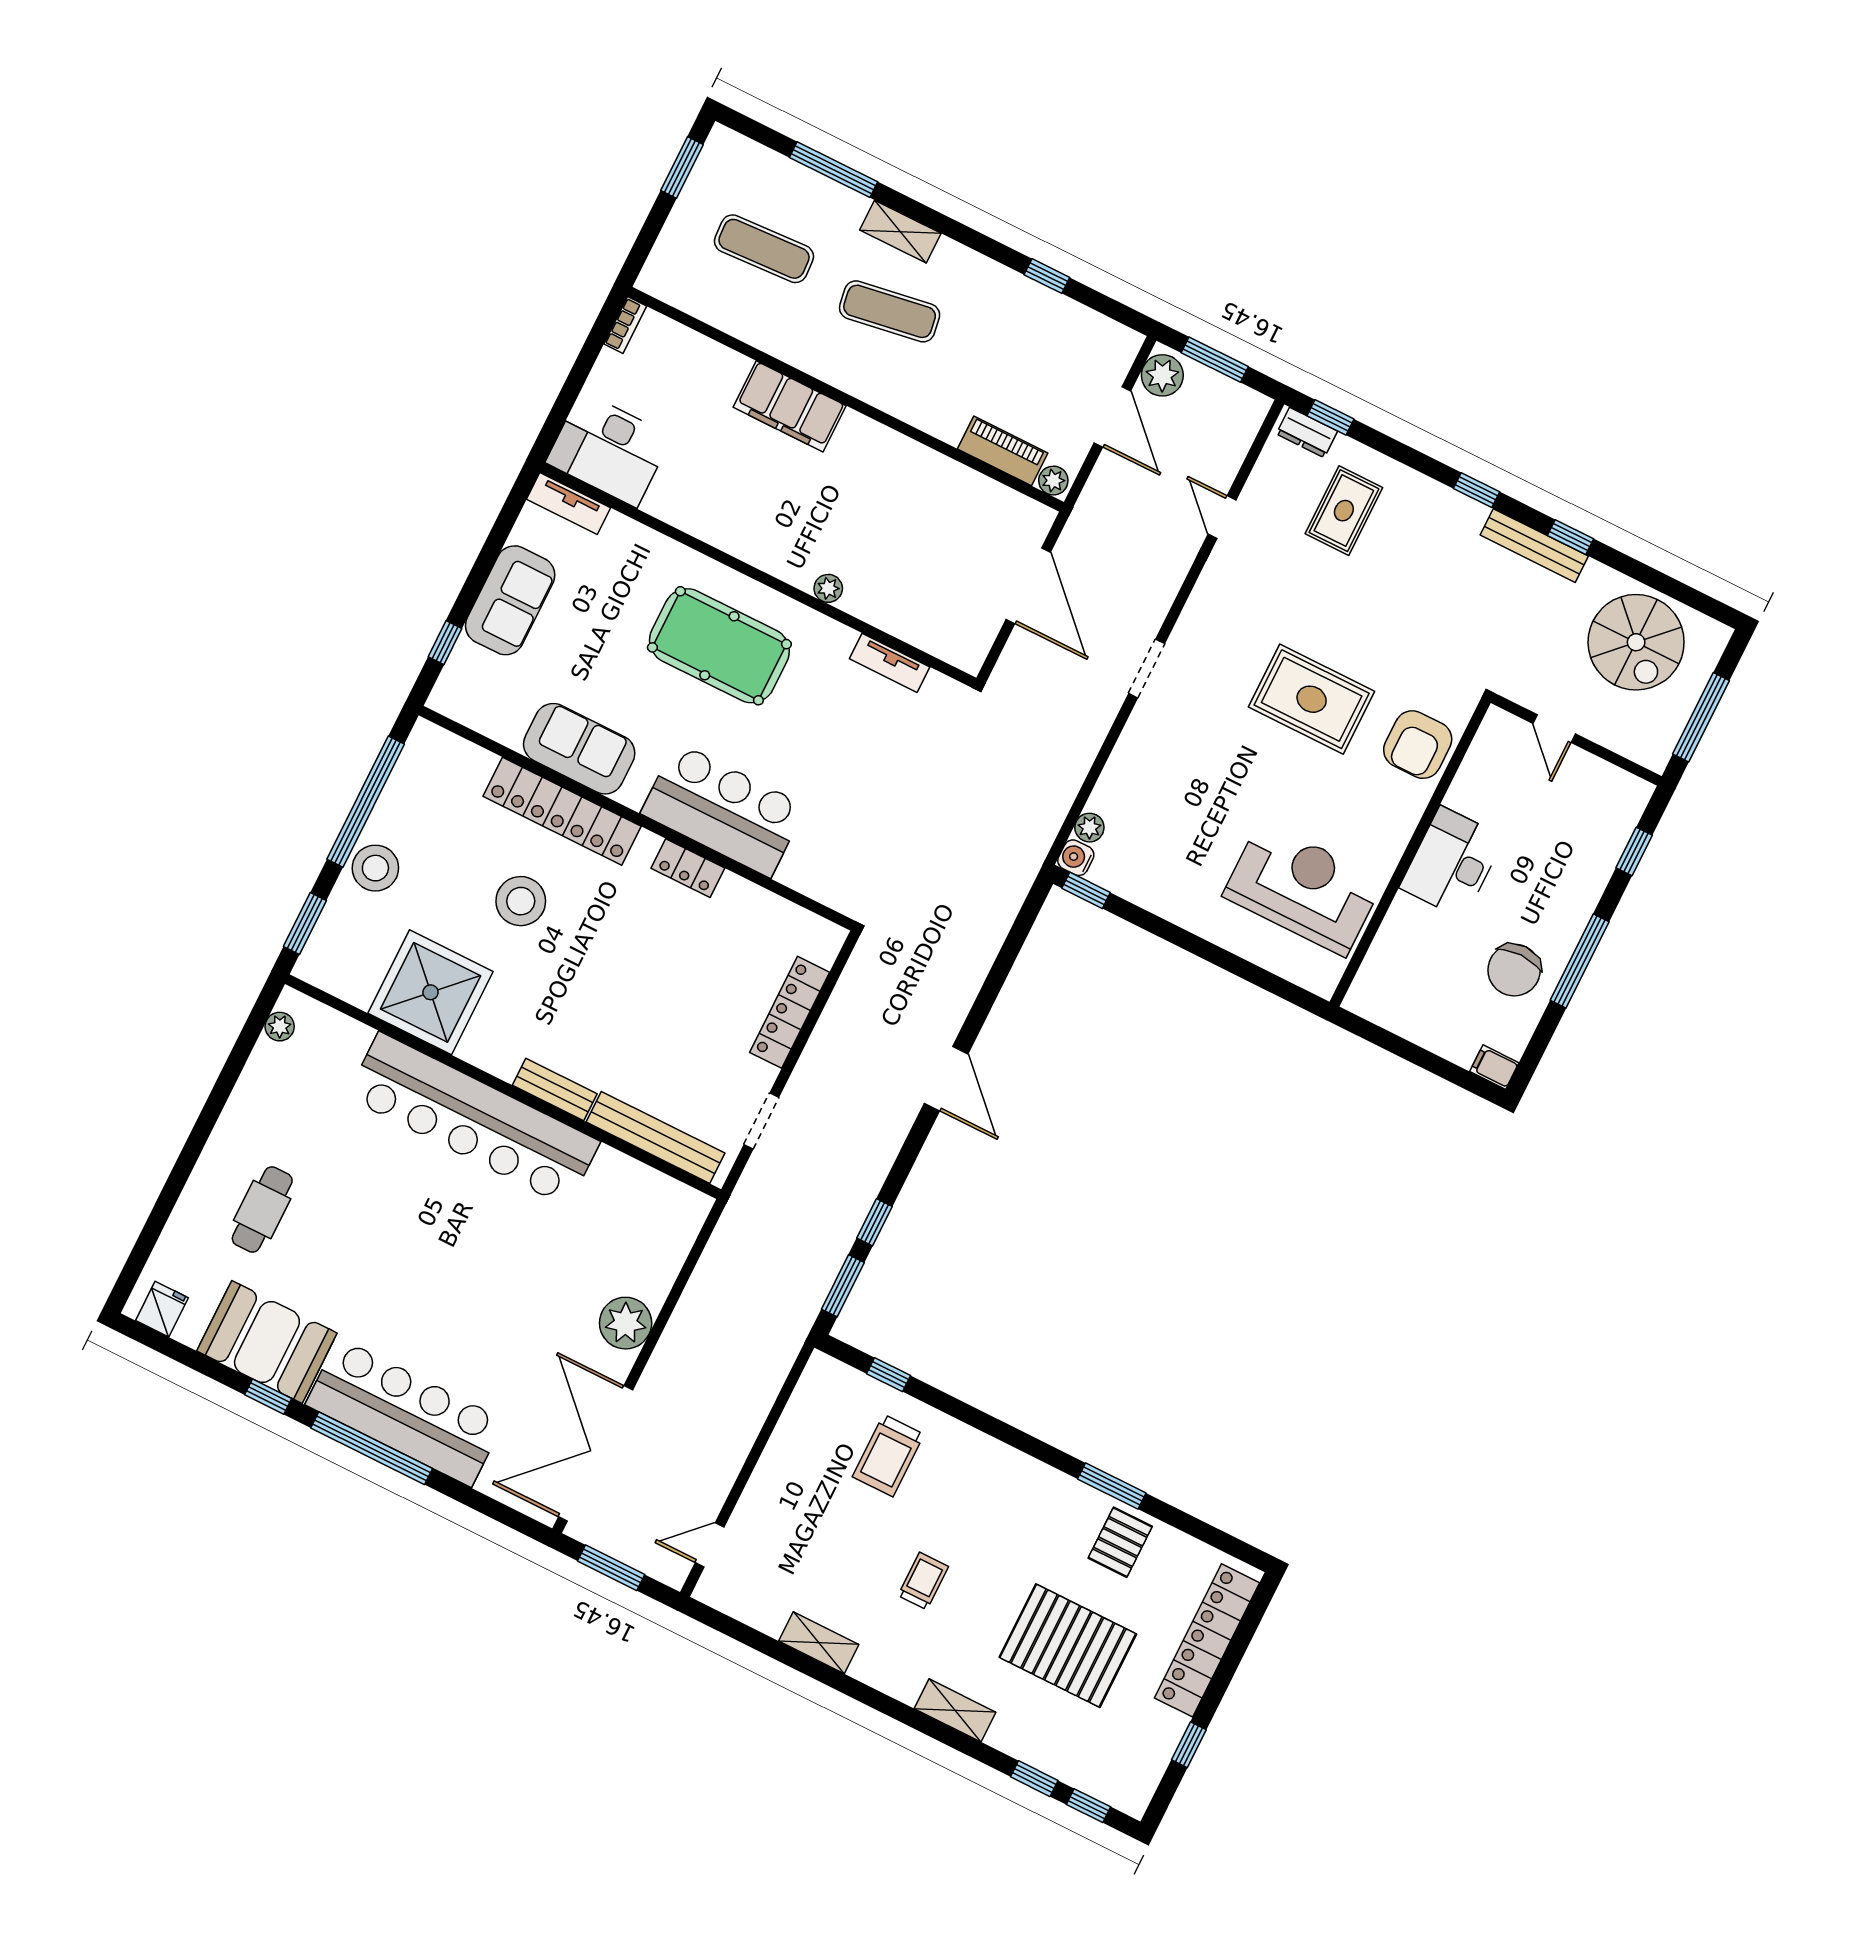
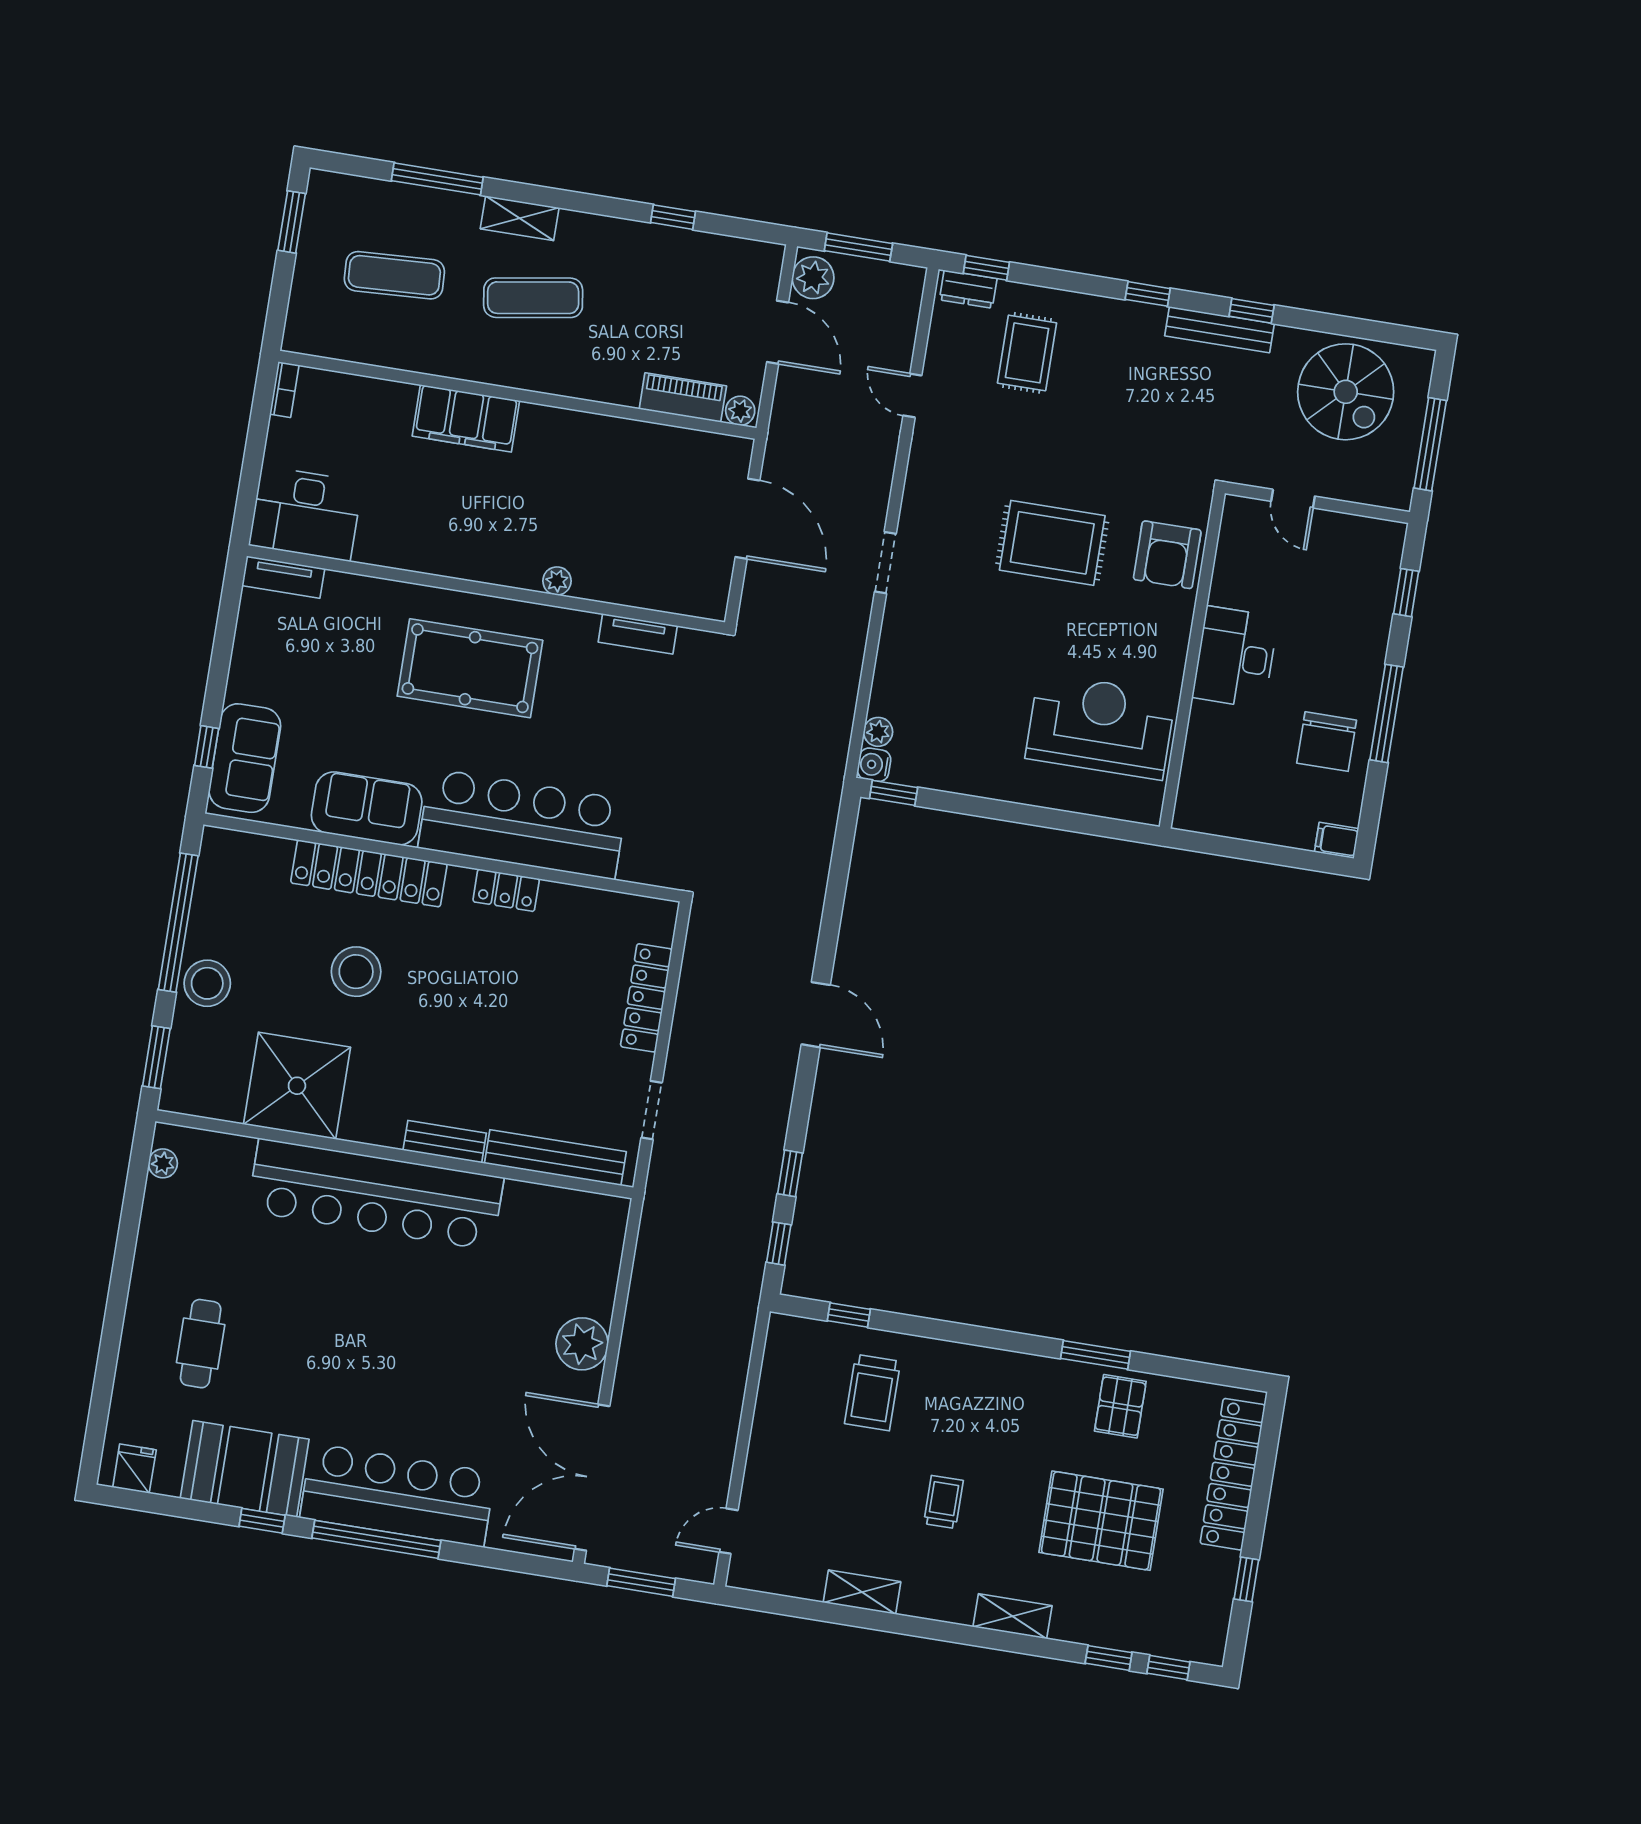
sofa: (510, 600) -> (245, 758), moved
bar counter: (723, 810) -> (523, 824), width x1.36
window: (843, 1286) -> (779, 1244), width x0.67

